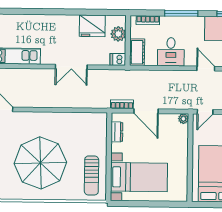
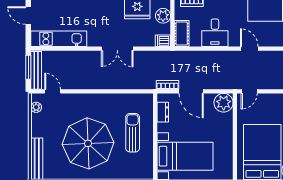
plant: (183, 119) -> (224, 103), width x1.87, depth x1.87
sun lounger: (91, 175) -> (133, 133), moved, turned 180

